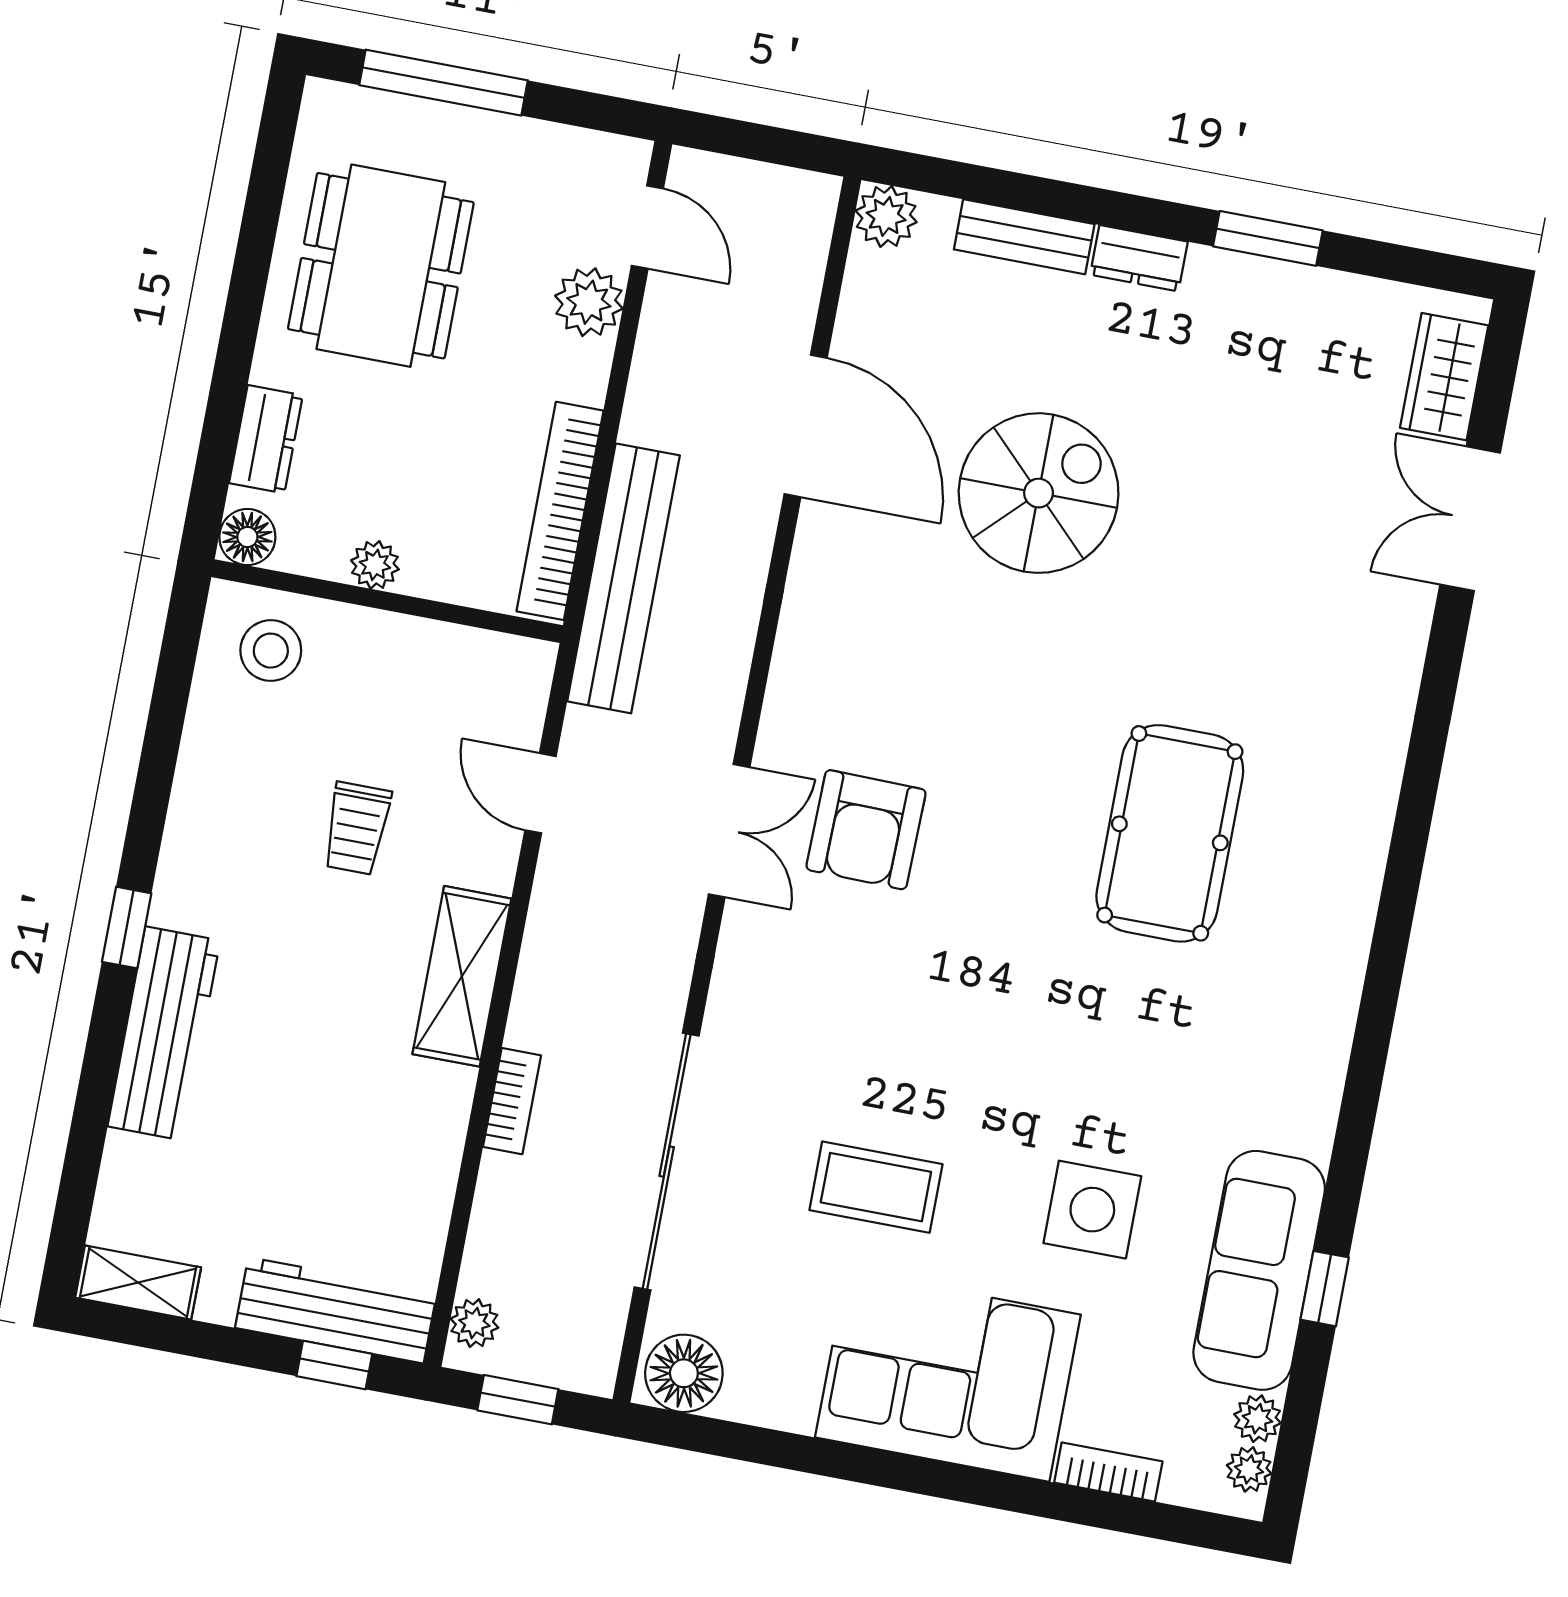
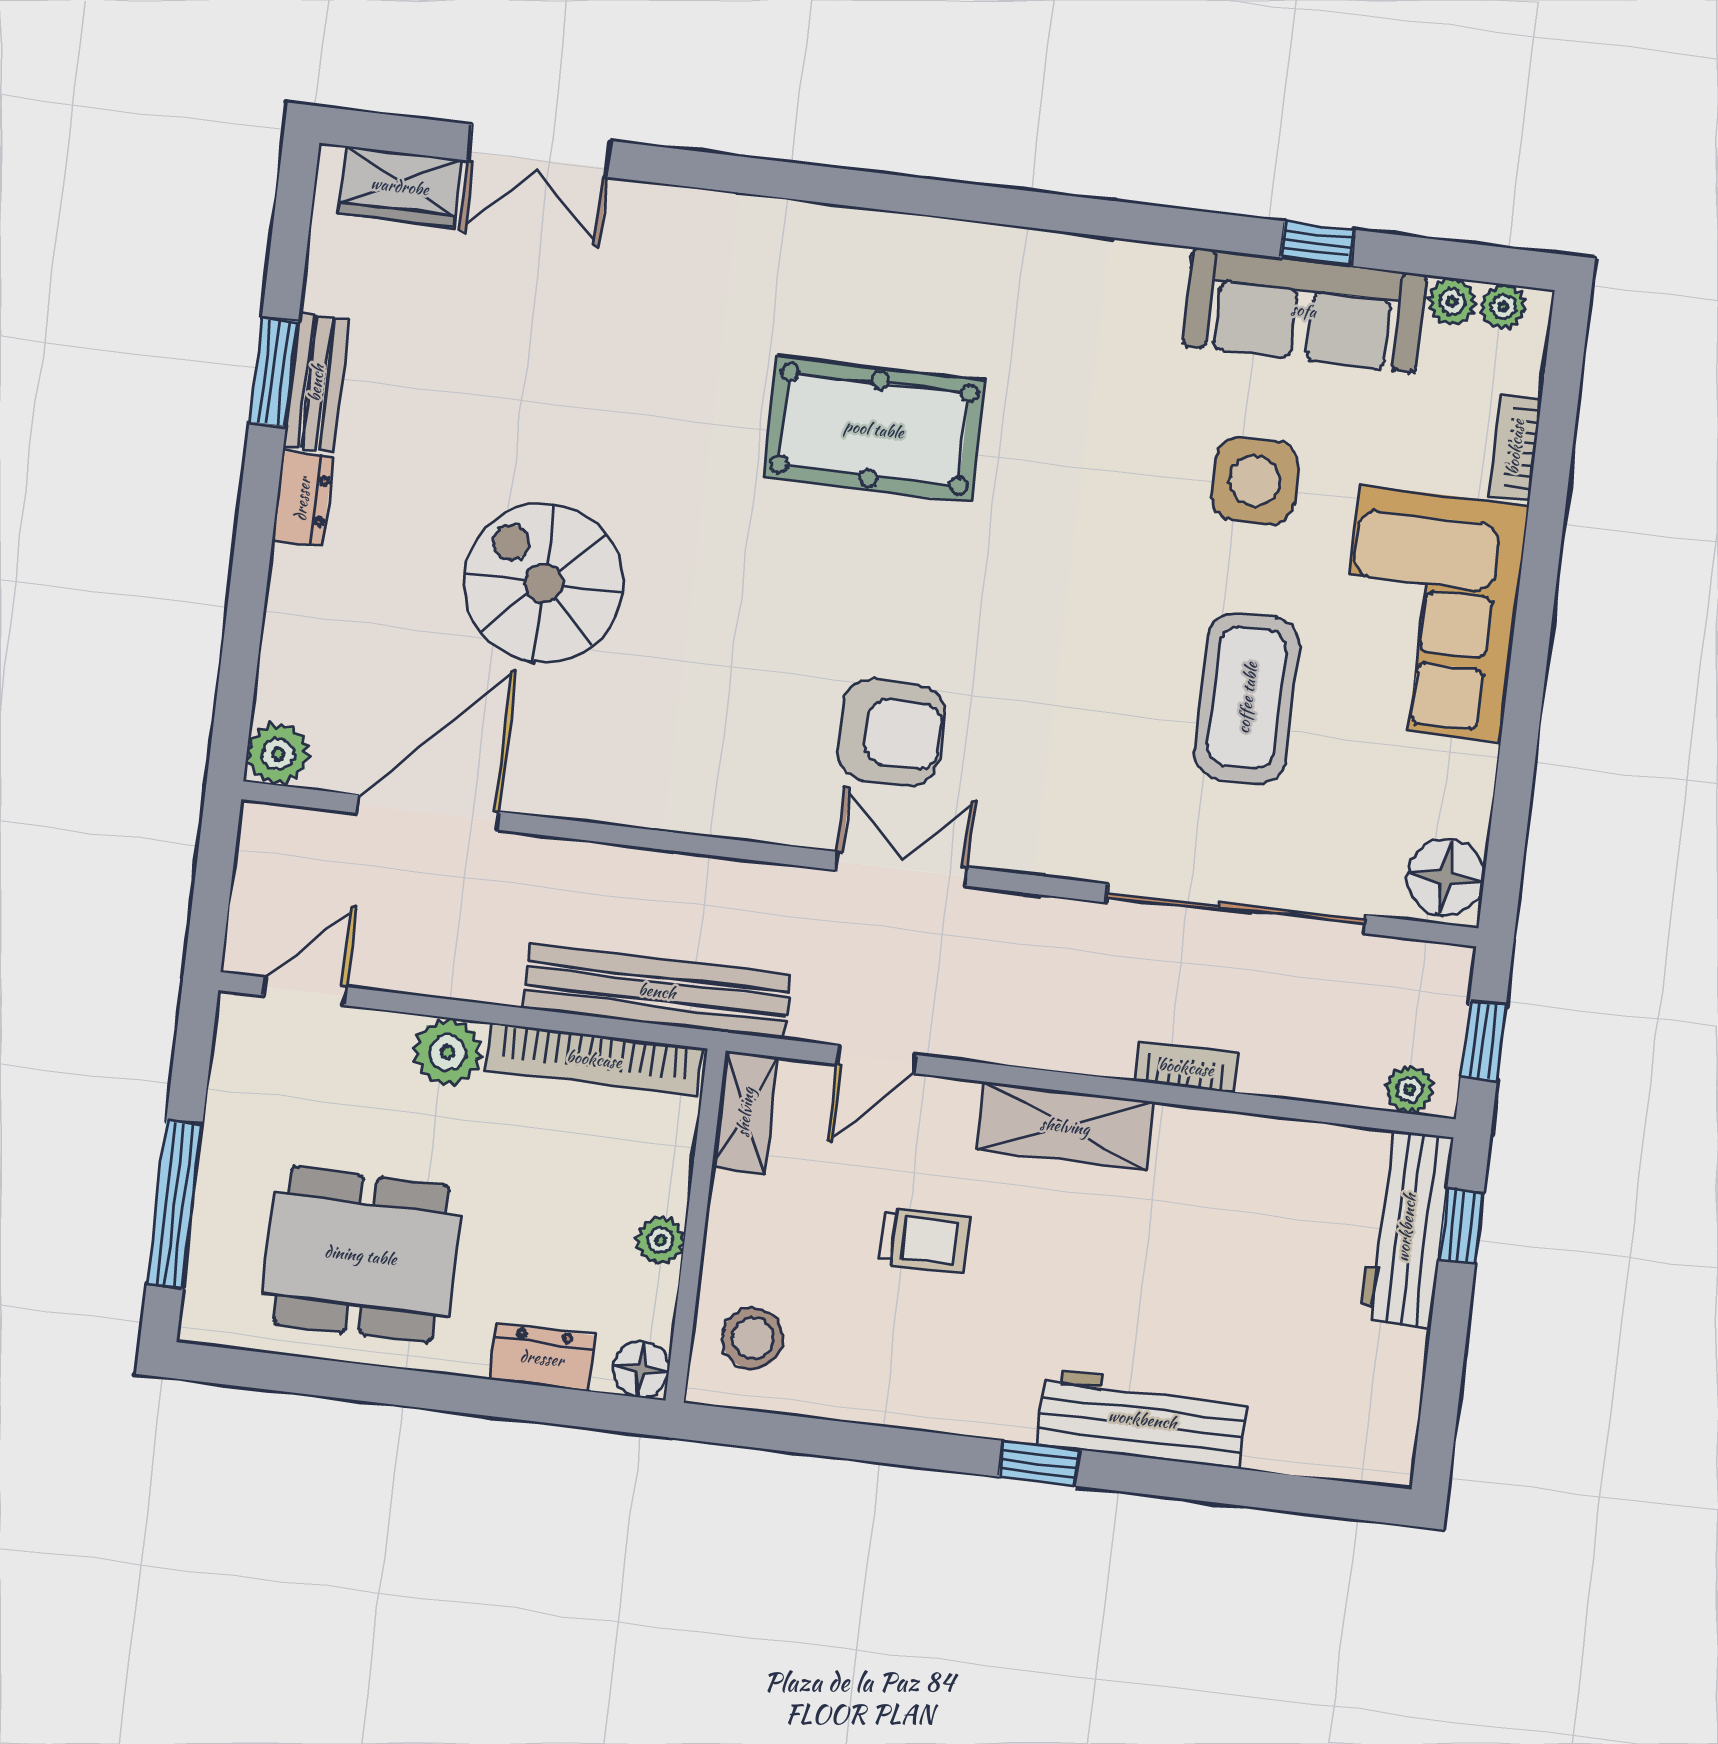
bench: (1024, 237) -> (316, 383), moved
plant: (589, 302) -> (448, 1052), moved
door: (806, 426) -> (428, 812), moved
coffee table: (876, 1187) -> (1247, 698), width x1.36, depth x1.32
shelving: (138, 1283) -> (745, 1112), moved

